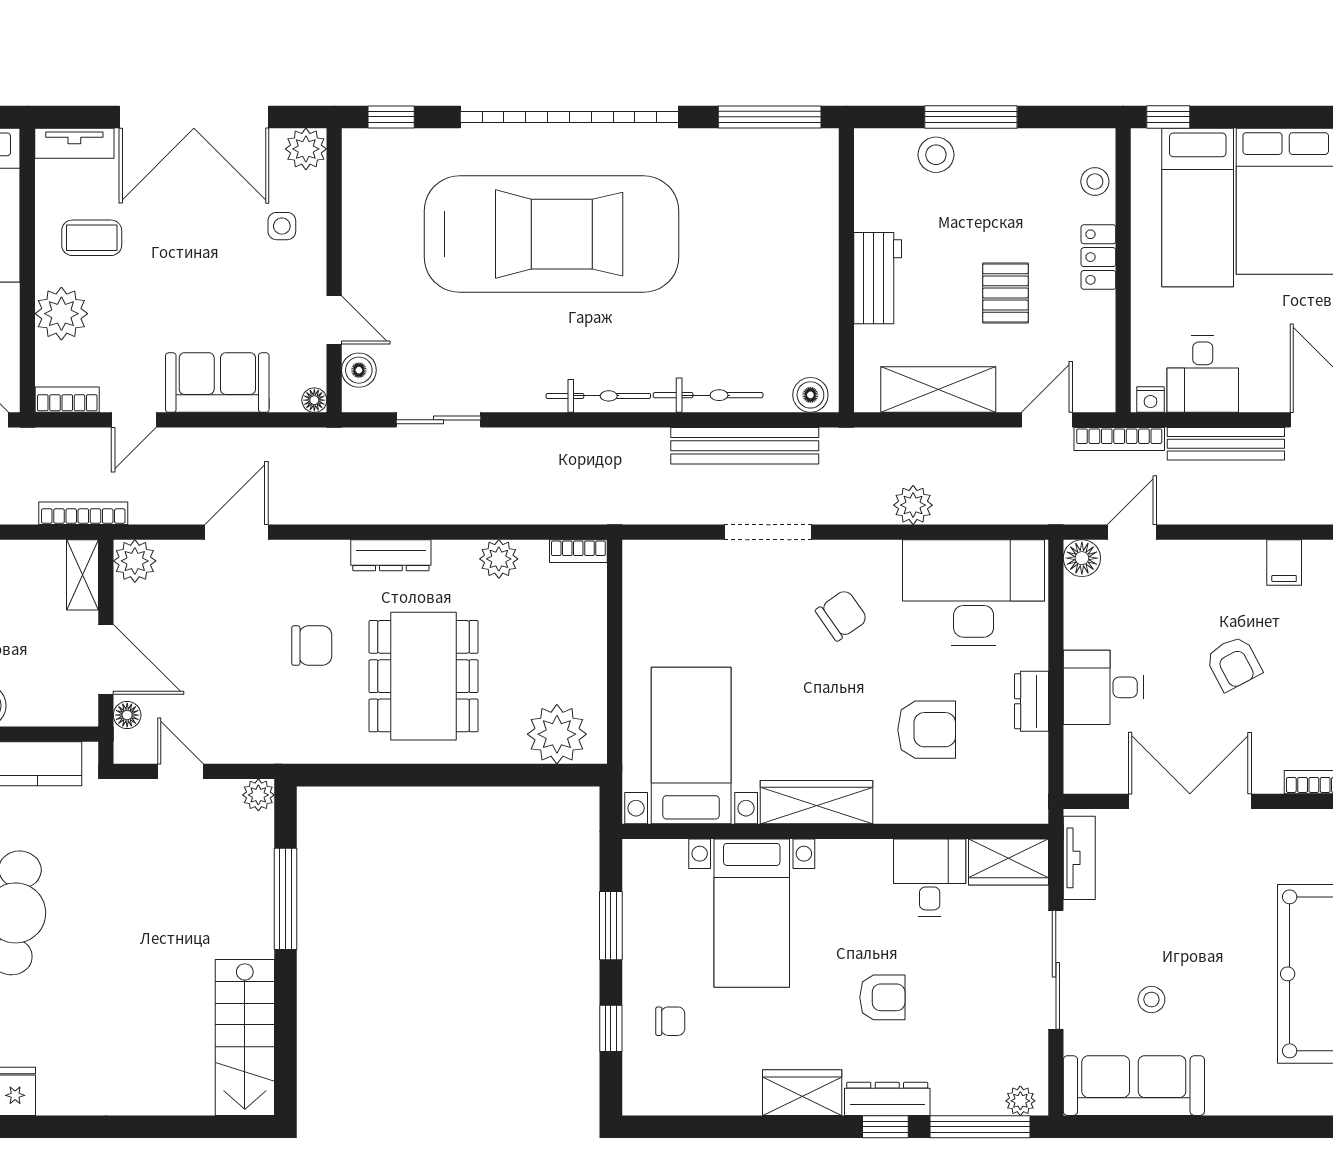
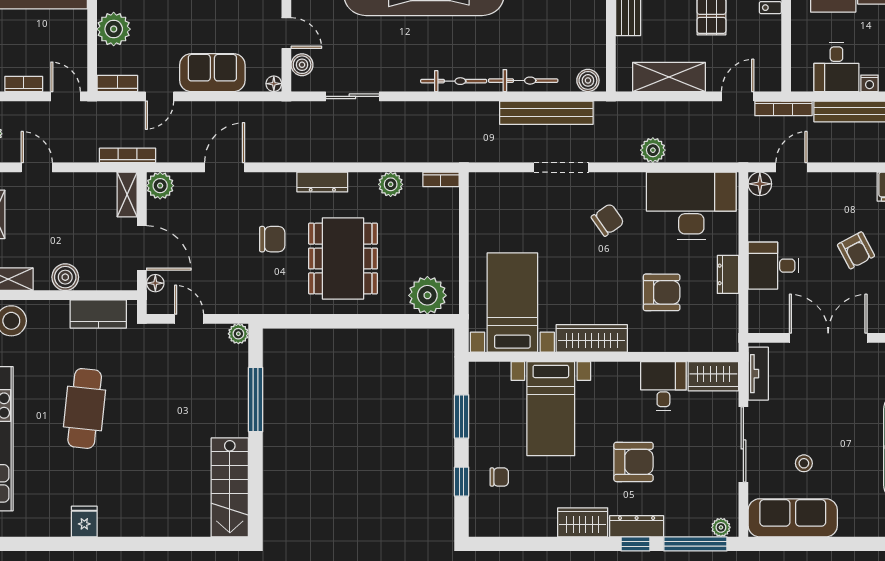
nightstand: (1151, 399) -> (870, 83), moved
armchair: (882, 997) -> (633, 462), width x1.38, depth x1.38

